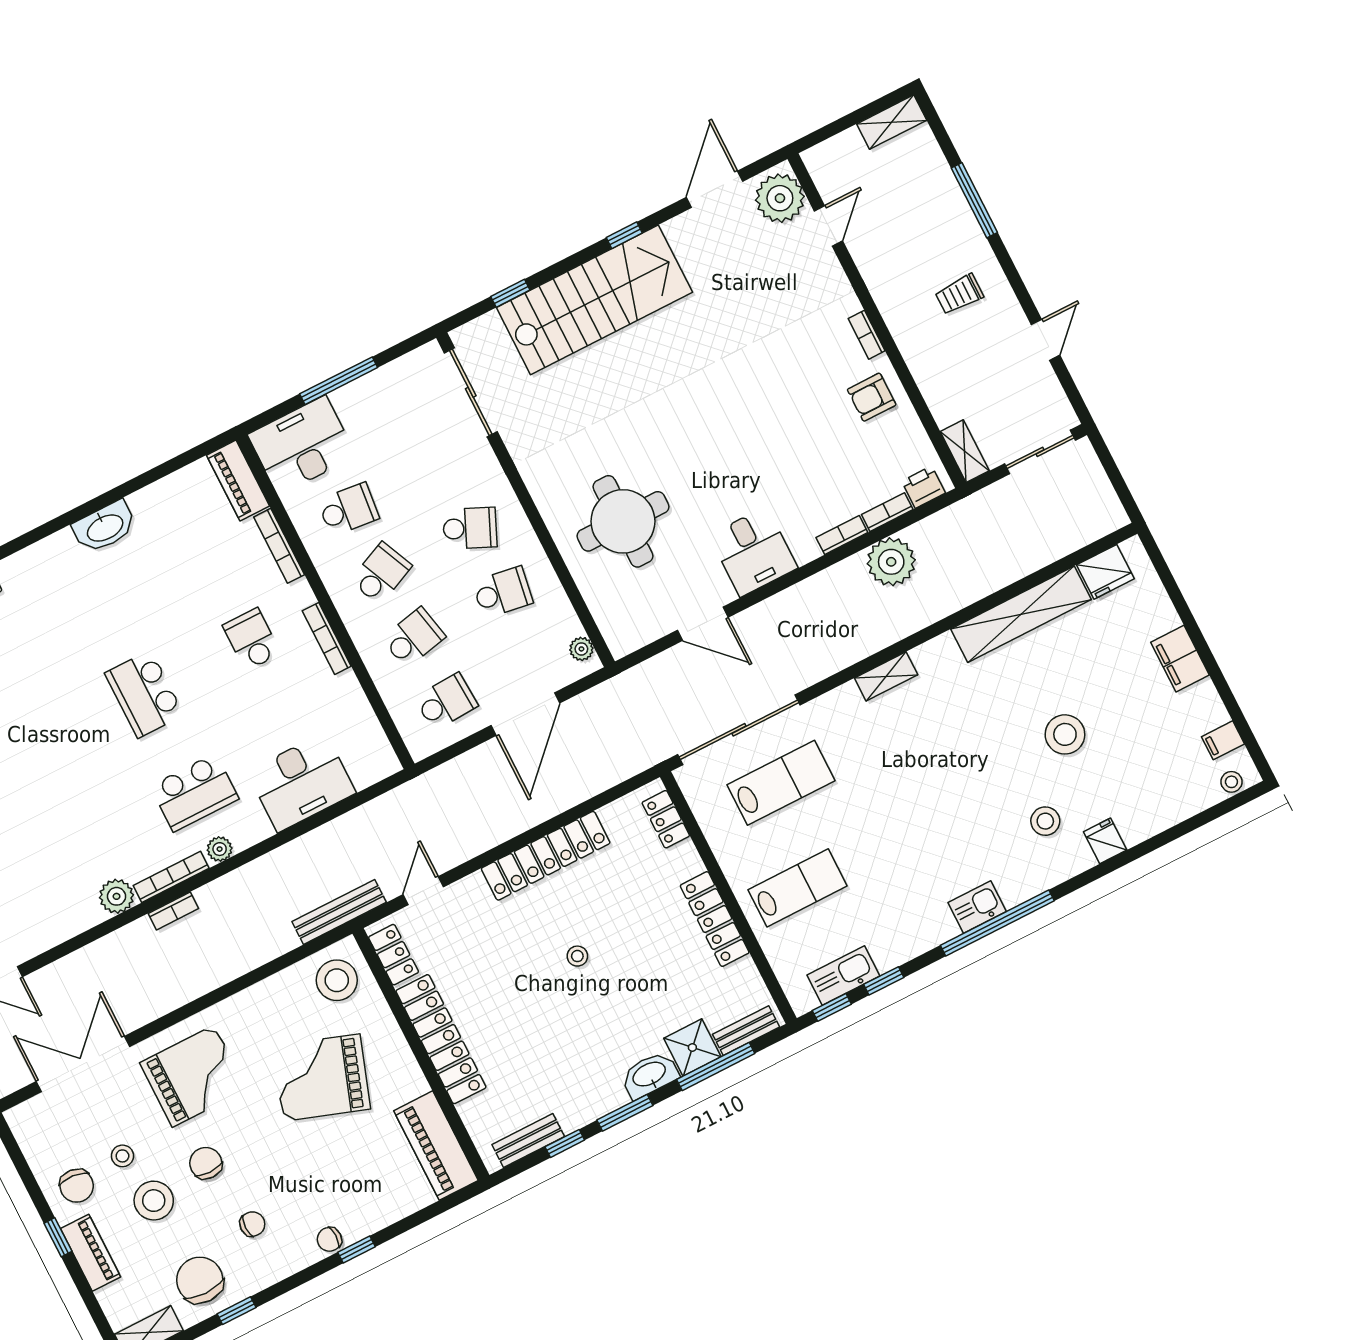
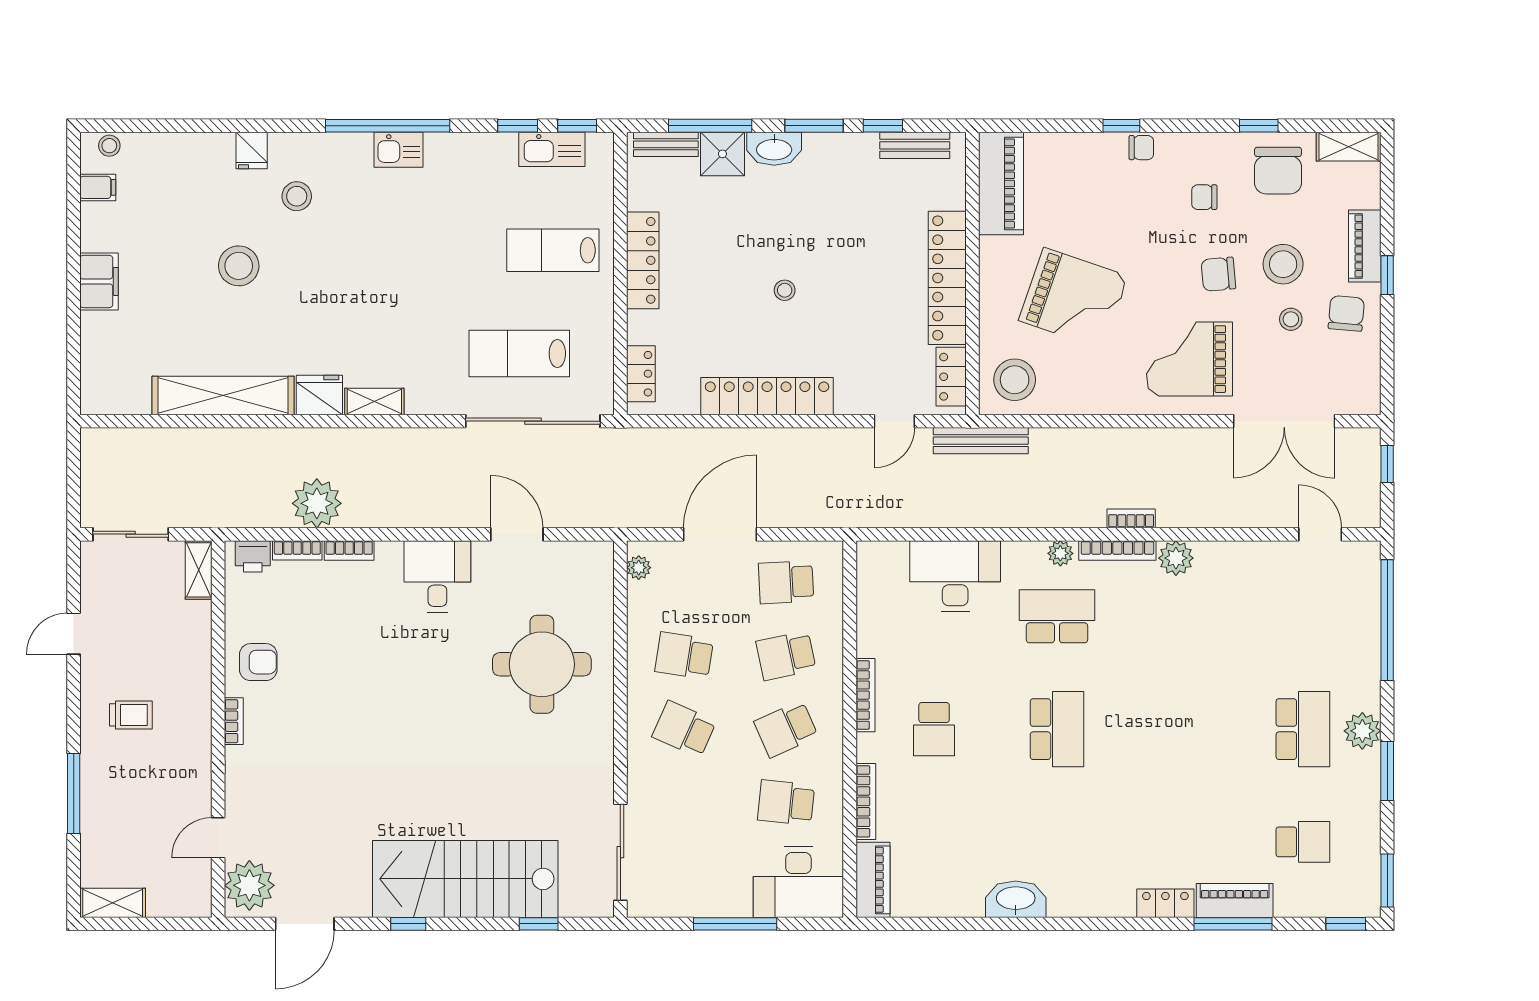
fridge: (1105, 572) -> (319, 395), moved
chair: (206, 1163) -> (1218, 274), turned 85

